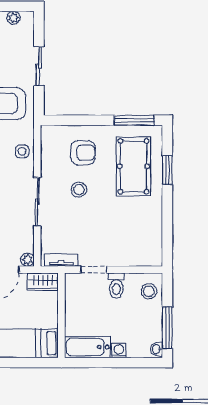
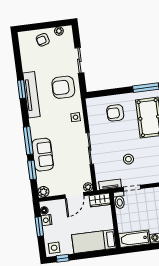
armchair: (83, 153) -> (115, 113), turned 180
stool: (79, 190) -> (128, 159), moved
toilet: (116, 286) -> (119, 200), moved

